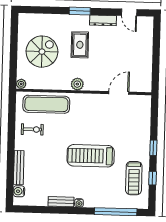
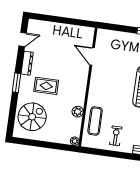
spiral stairs: (42, 52) -> (32, 117), moved, turned 90
plant: (77, 84) -> (78, 112), moved
exercise mat: (46, 104) -> (95, 121), width x0.73, depth x0.69

